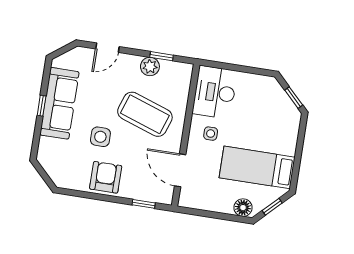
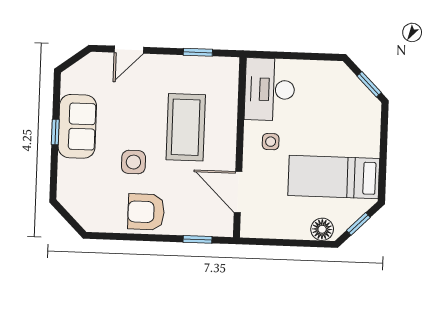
plant: (150, 67) -> (185, 67), removed
sofa: (59, 103) -> (77, 126), width x0.73
coffee table: (145, 114) -> (186, 127), turned 71
armchair: (106, 177) -> (146, 212), turned -90

